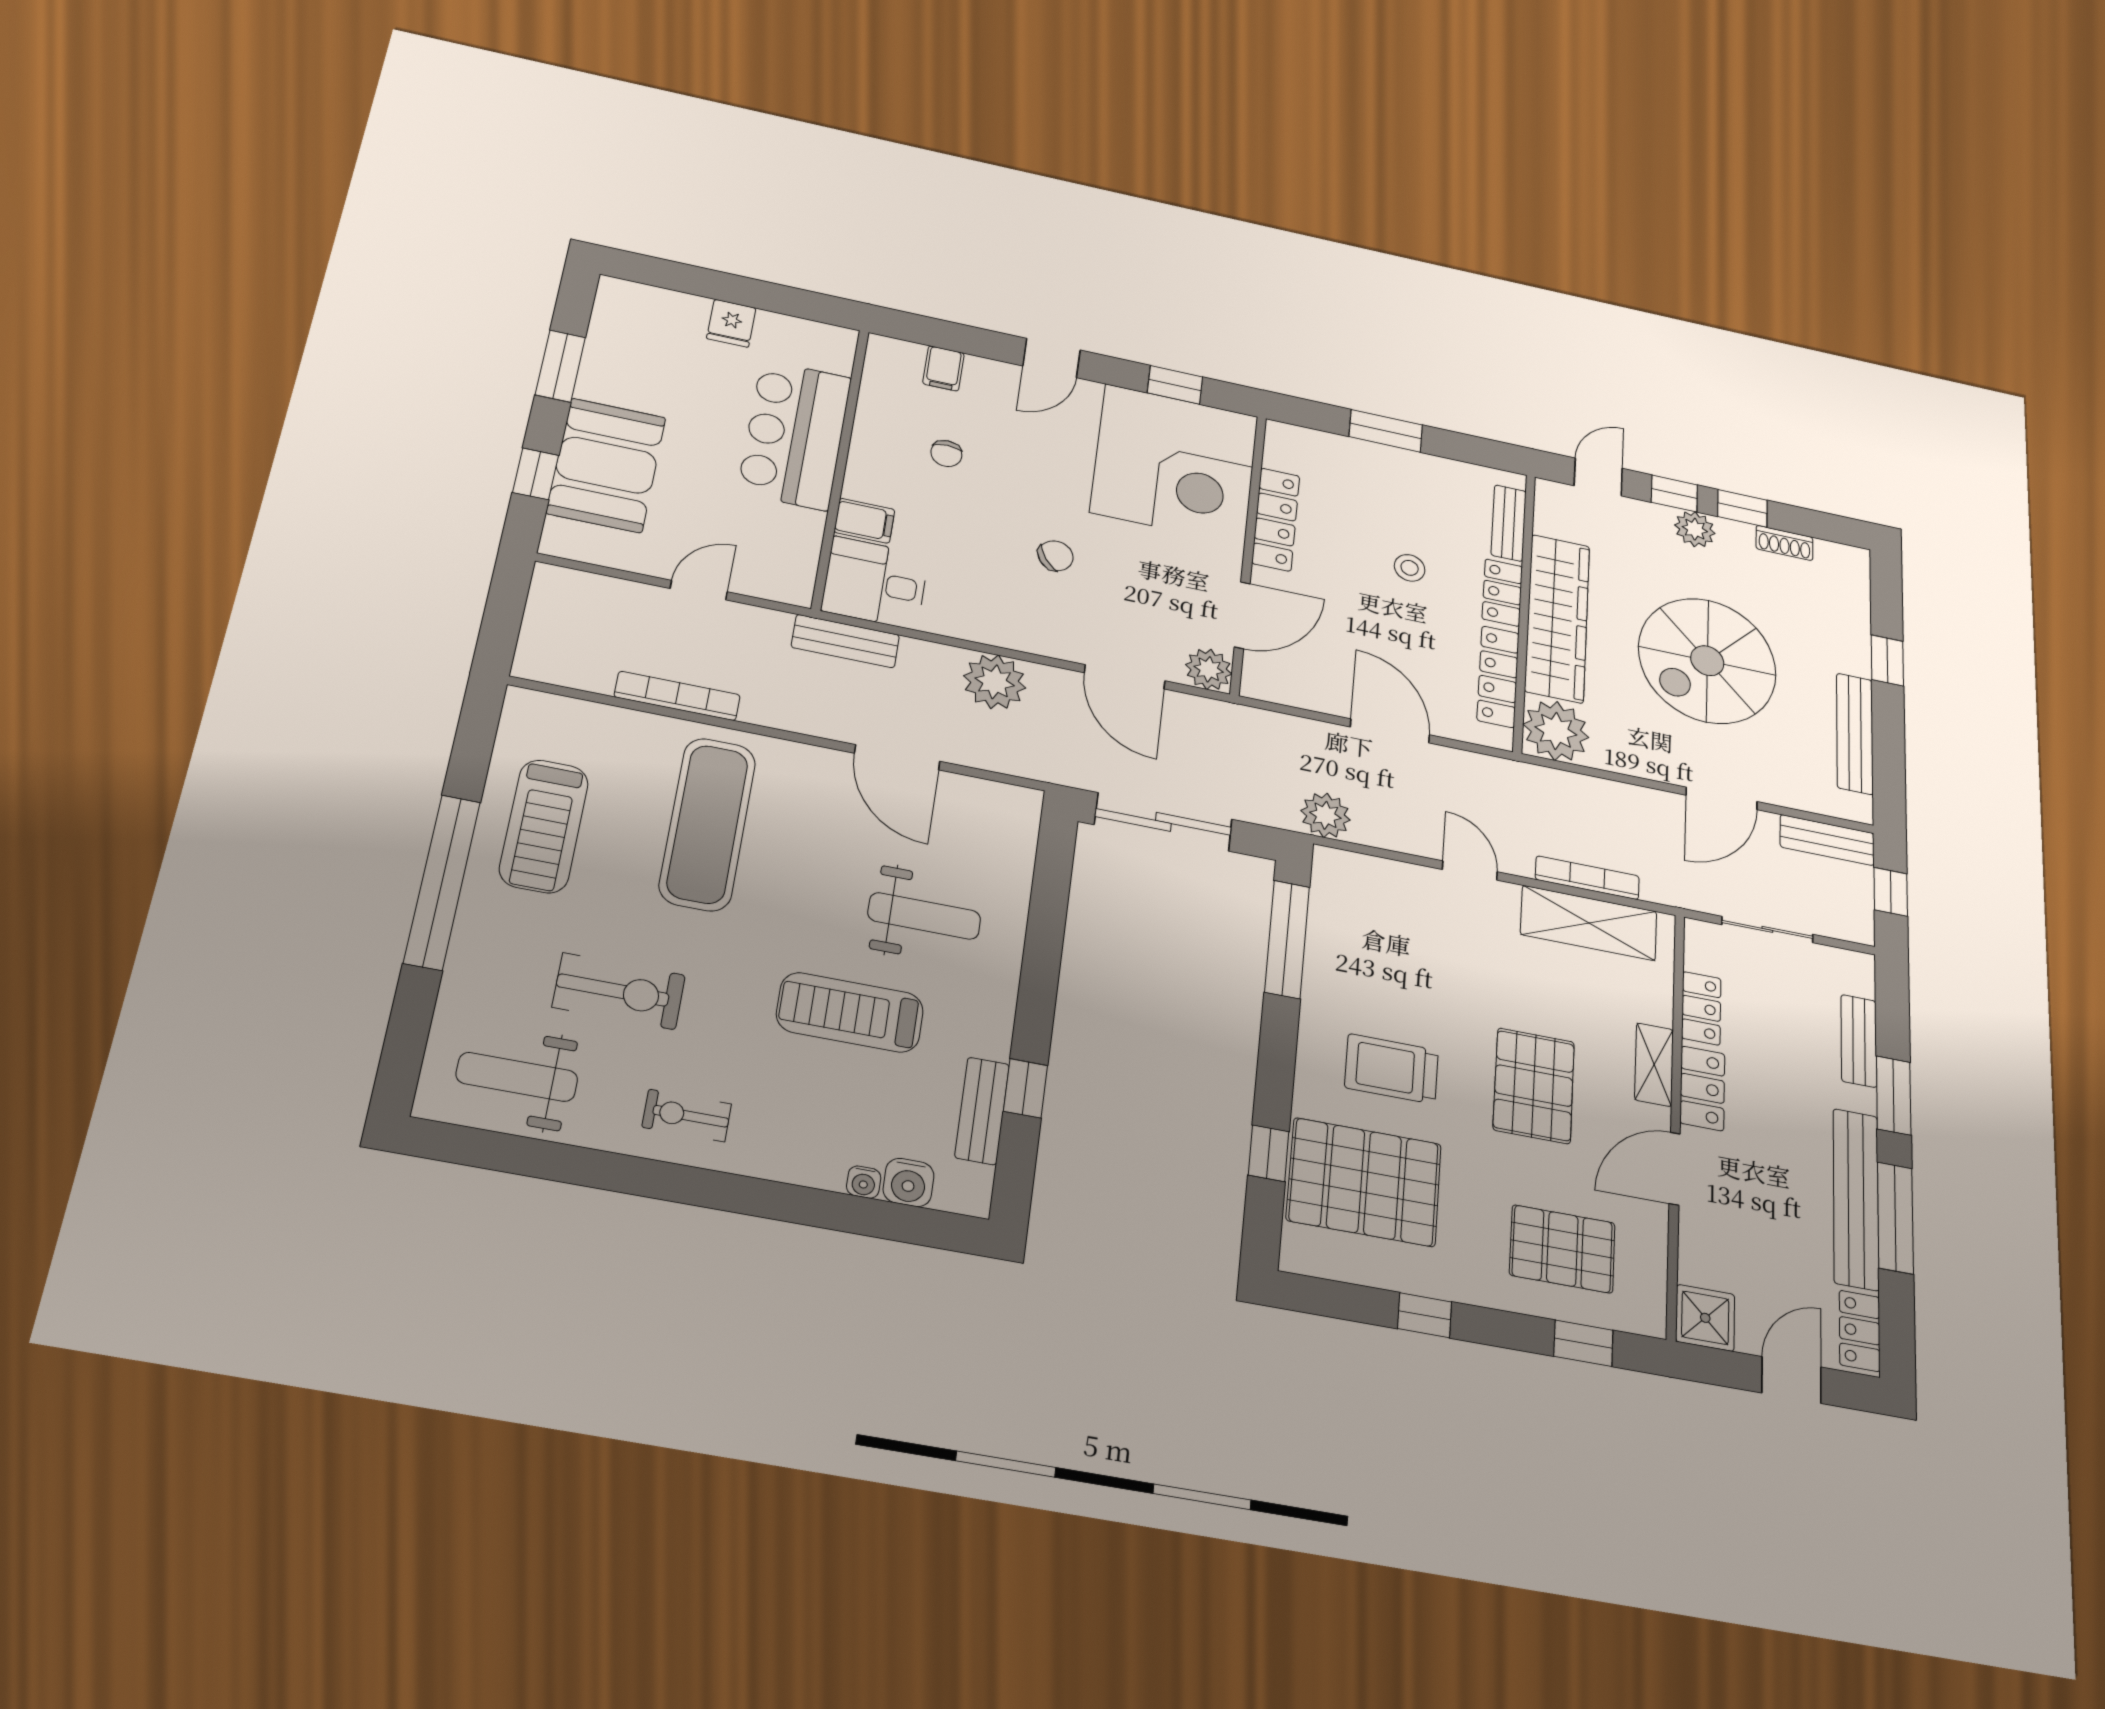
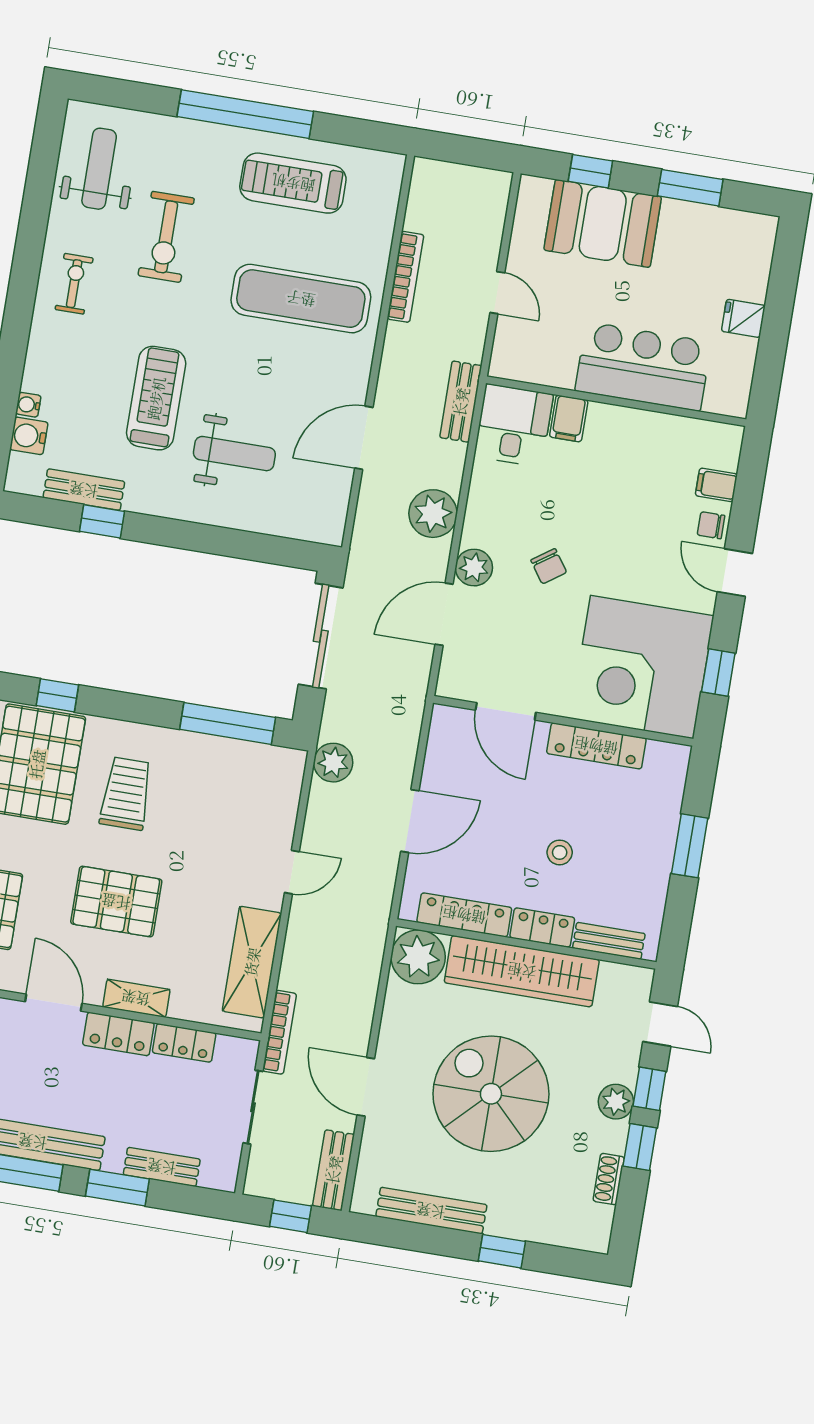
chair: (946, 454) -> (711, 525), moved
plant: (1209, 669) -> (474, 568), moved
bookcase: (1587, 878) -> (279, 1032), moved
weight bench: (924, 916) -> (234, 454), turned -90

